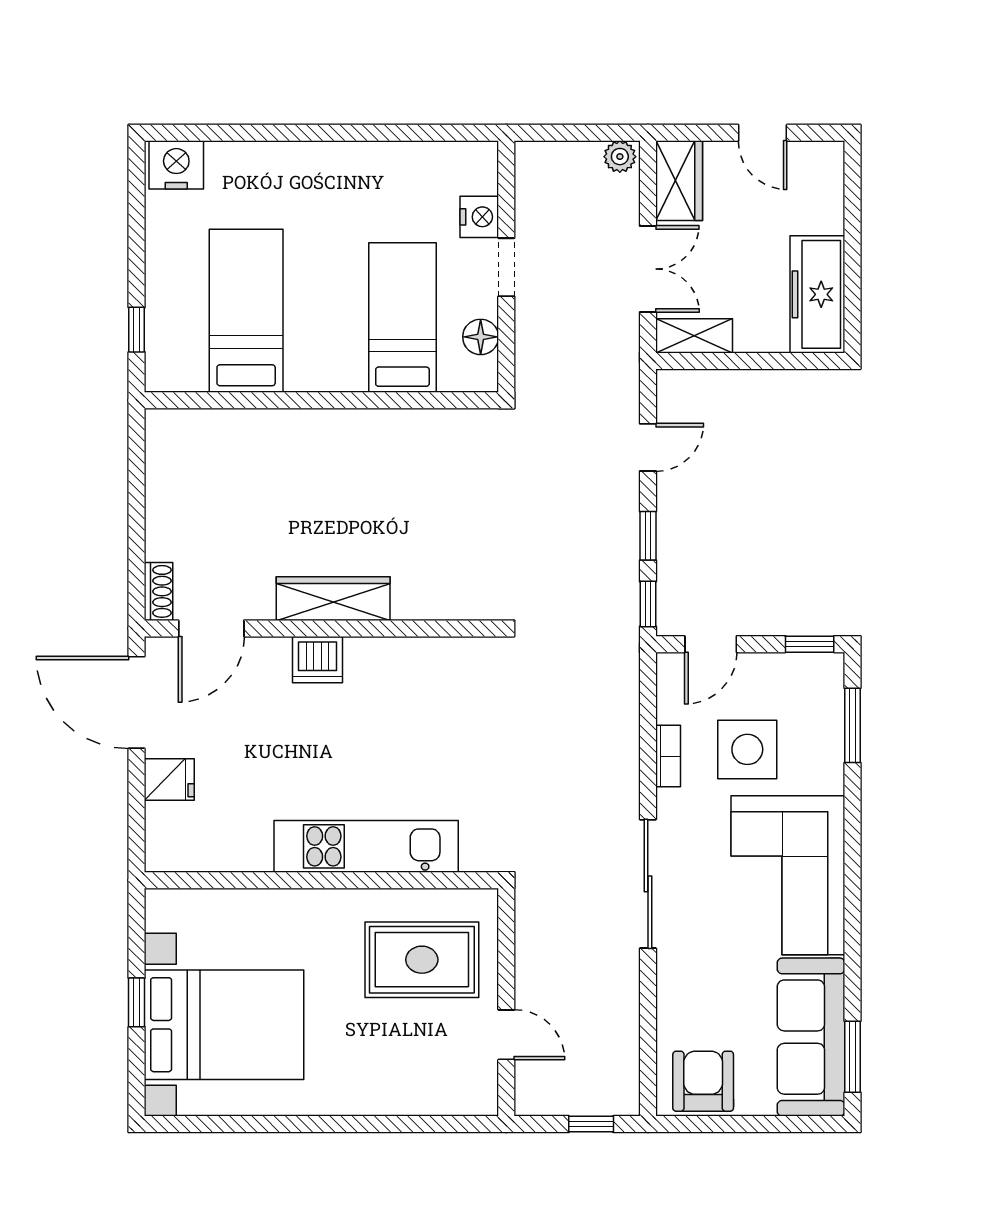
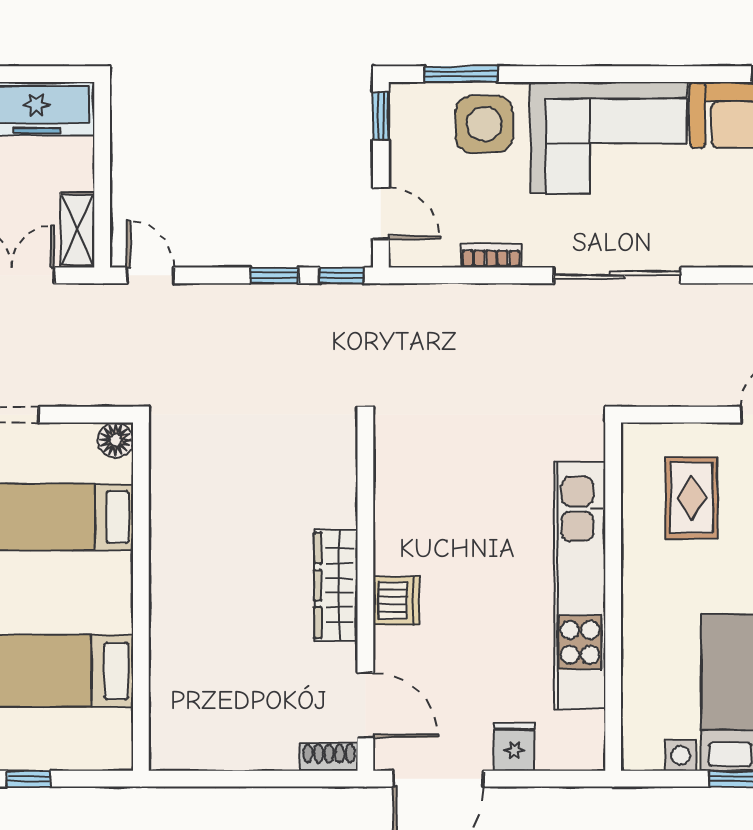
window: (137, 330) -> (29, 779), moved
floor lamp: (481, 337) -> (116, 440), moved
door: (648, 447) -> (150, 275), moved
side table: (747, 749) -> (484, 124), moved
kitchen unit: (366, 846) -> (580, 586), width x1.36
rug: (422, 960) -> (692, 498), width x0.73, depth x0.70

